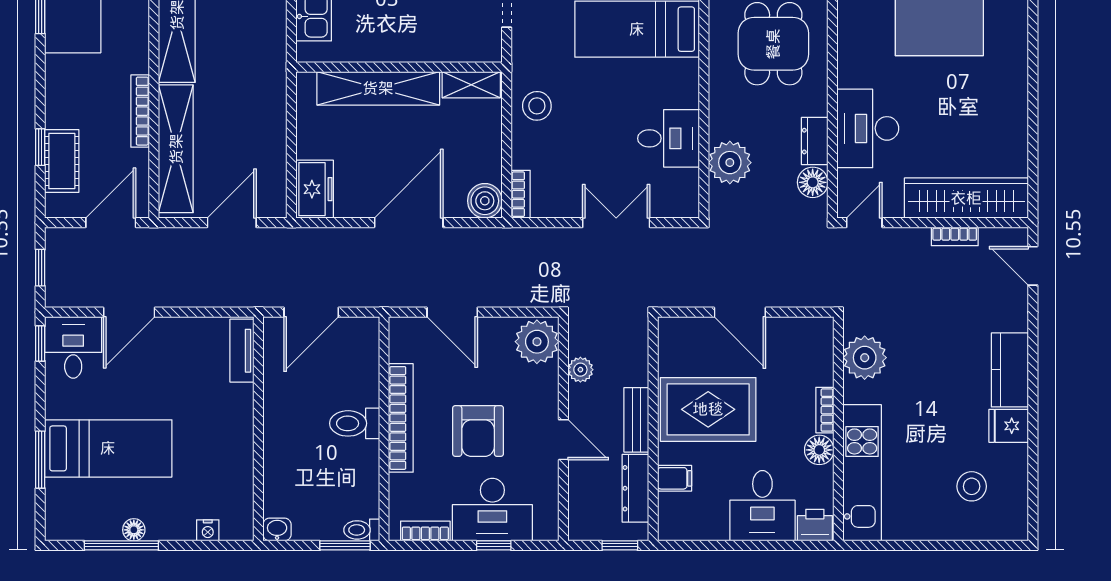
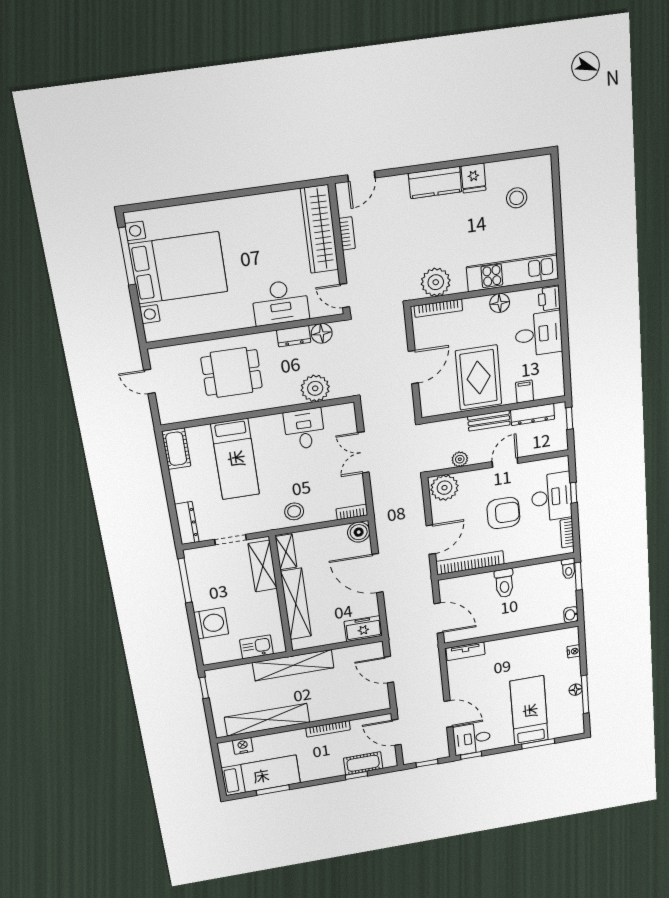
shelving: (453, 46) -> (263, 566), added
shelving: (176, 149) -> (293, 665), moved
bookcase: (825, 410) -> (438, 308), moved, width x1.56
bookcase: (401, 418) -> (470, 563), moved

